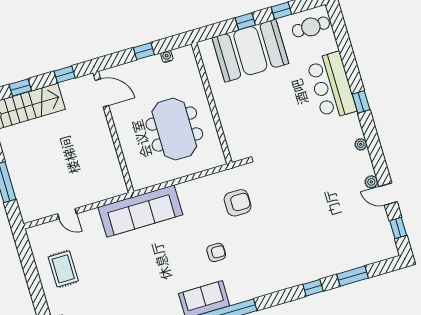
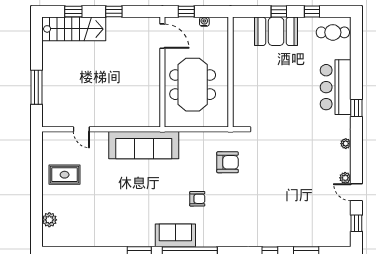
booth: (250, 51) -> (276, 31), width x0.73, depth x0.70
door: (102, 93) -> (162, 36), moved
wall: (113, 132) -> (162, 72), moved
rug: (63, 269) -> (65, 175), turned 90

